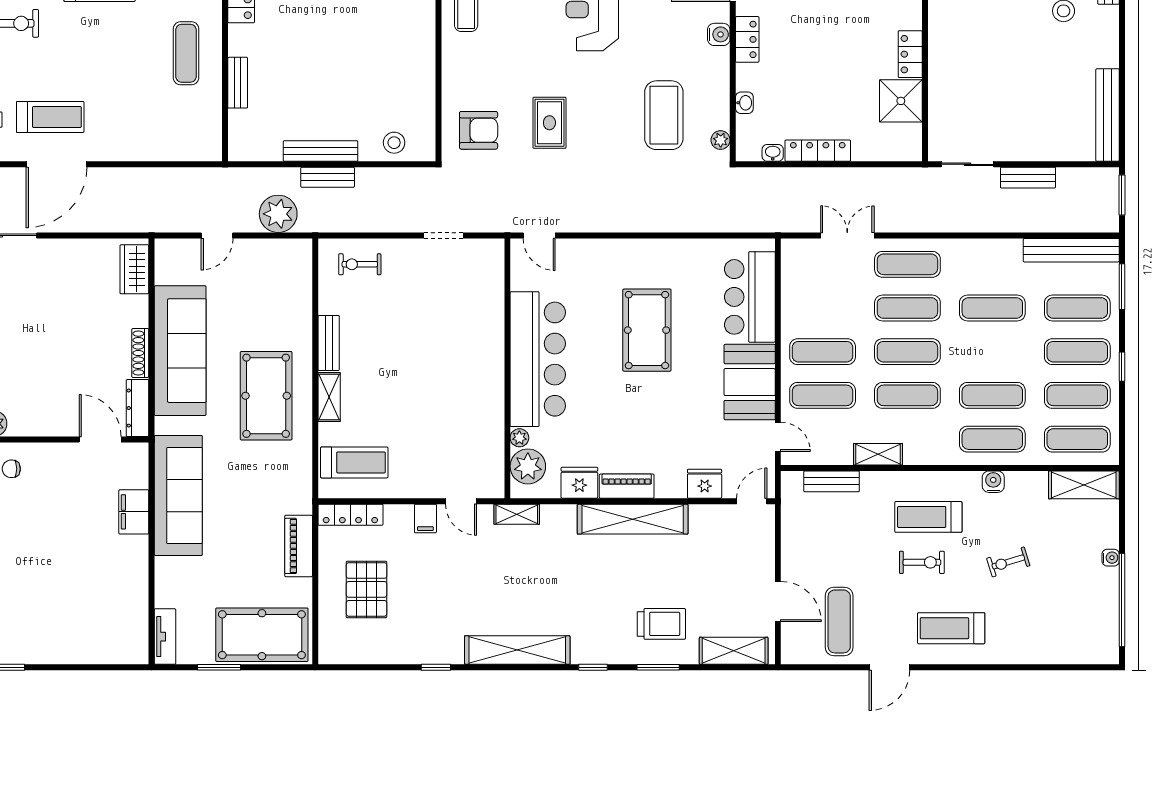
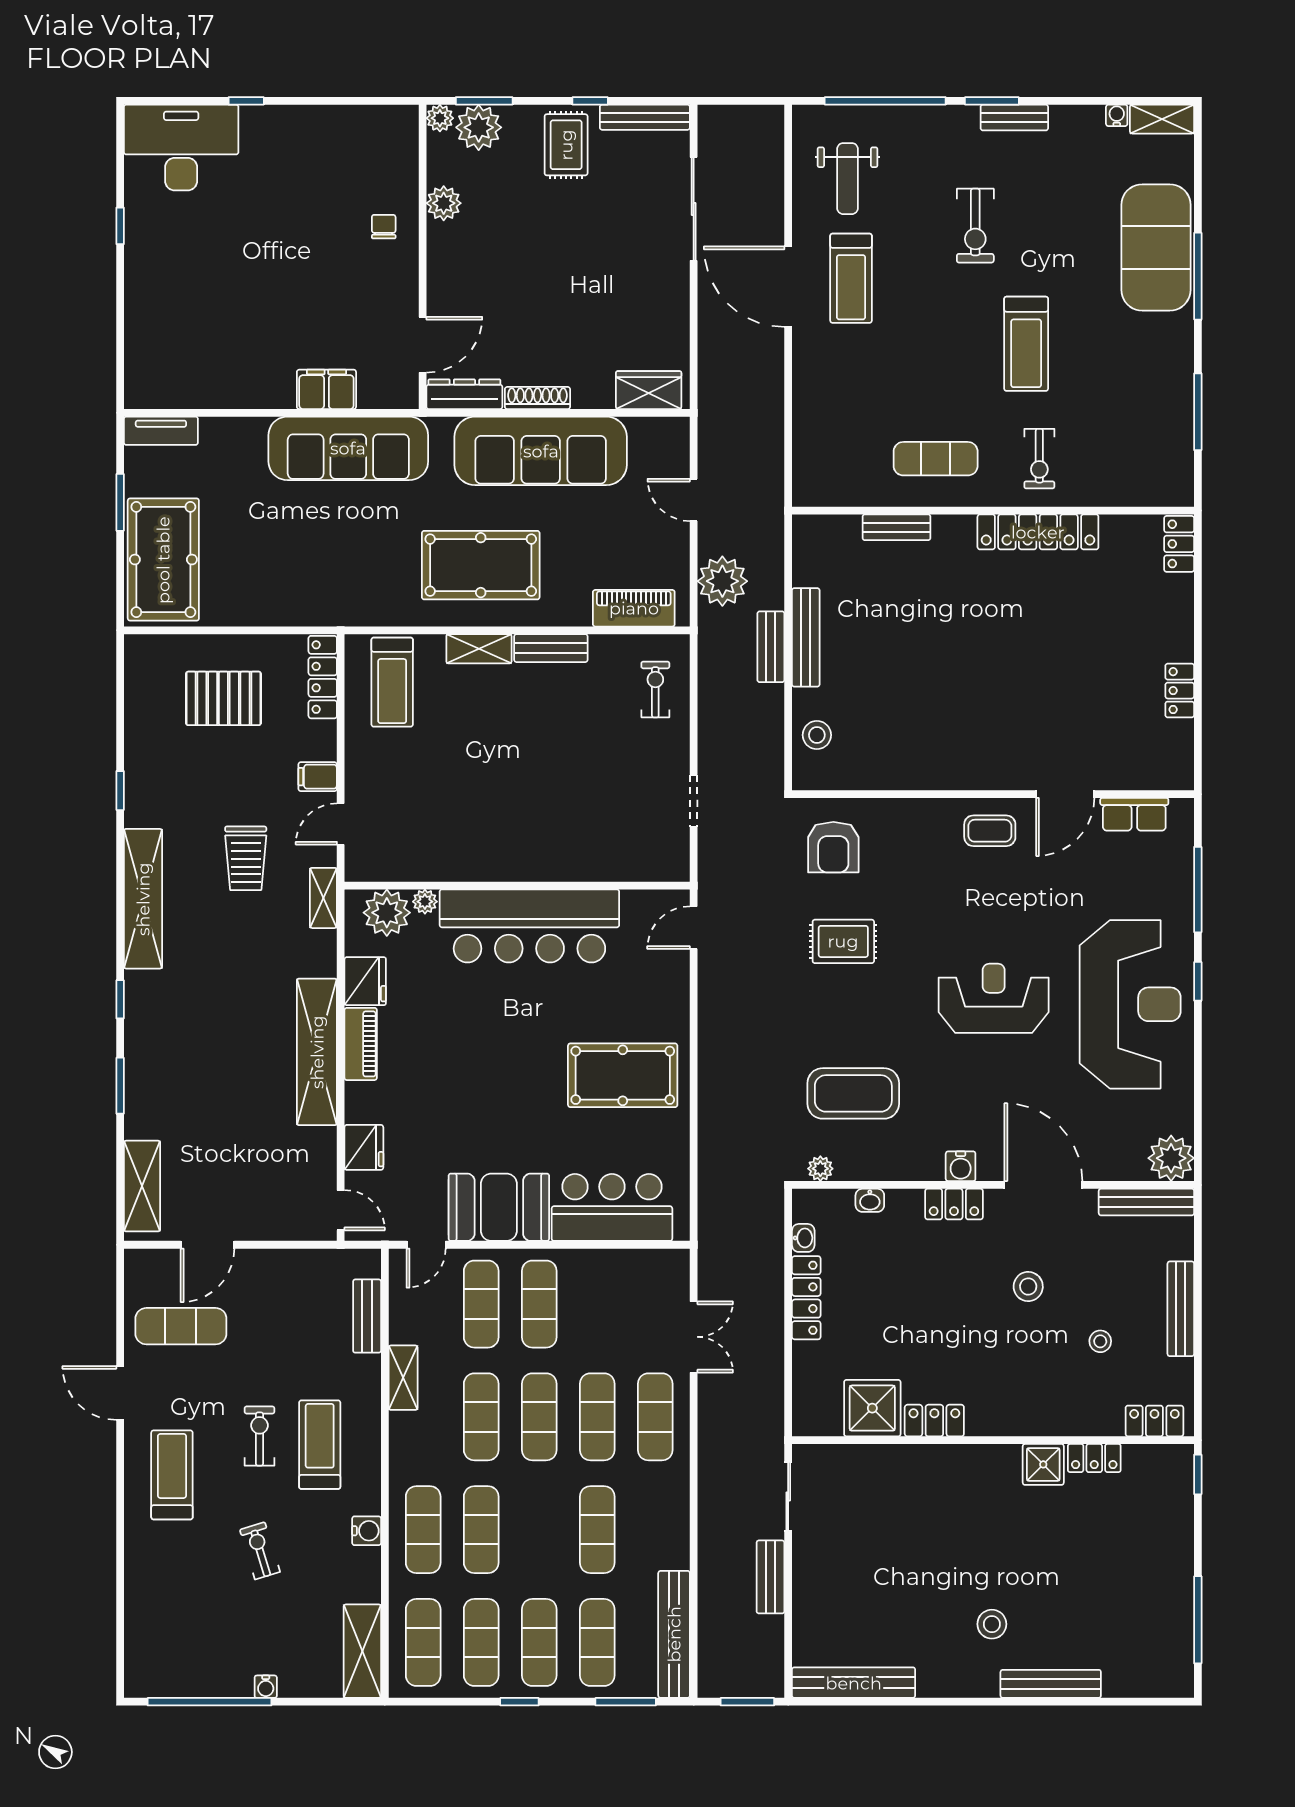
pool table: (647, 330) -> (623, 1075), moved
piano: (299, 546) -> (634, 608), moved
exercise bike: (922, 562) -> (259, 1436), turned 180
trolley: (661, 624) -> (246, 858), moved

